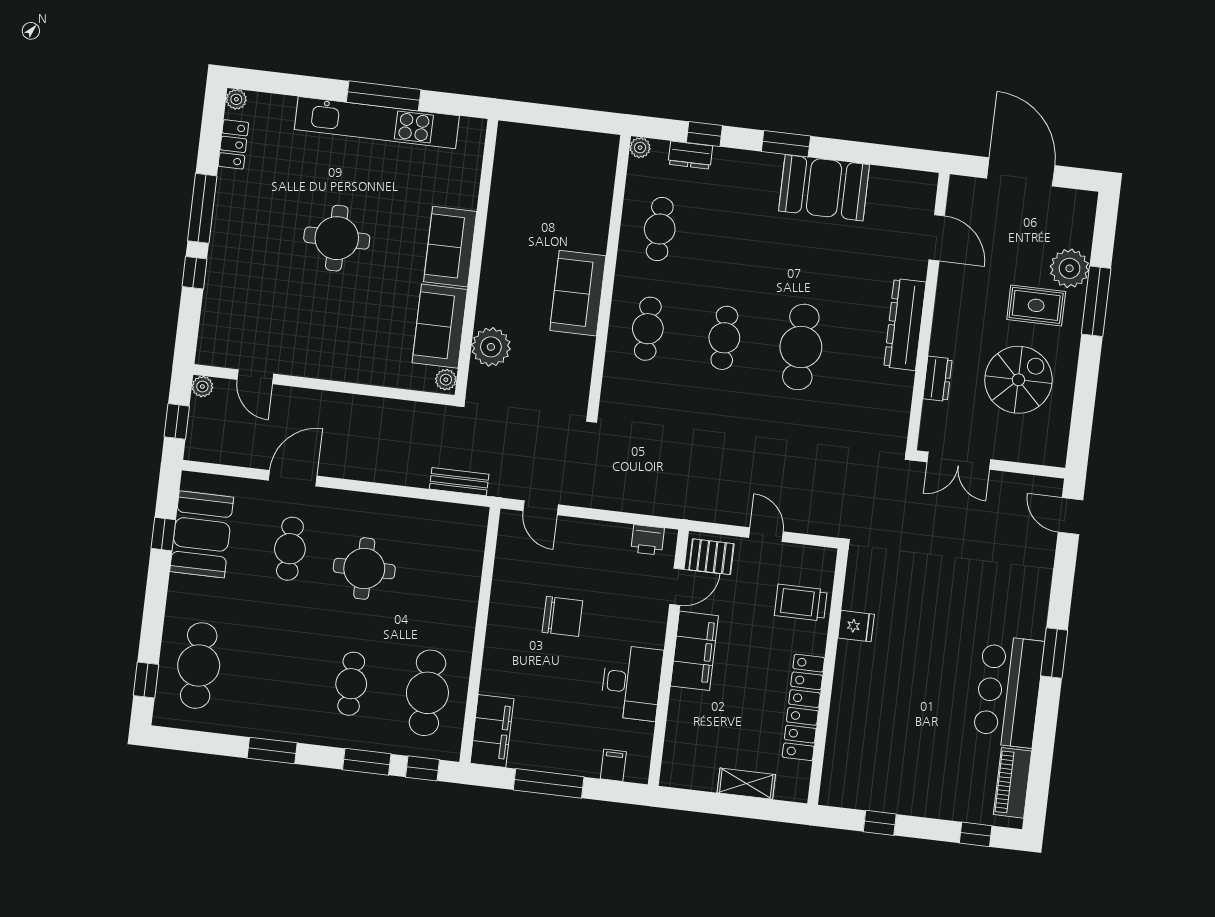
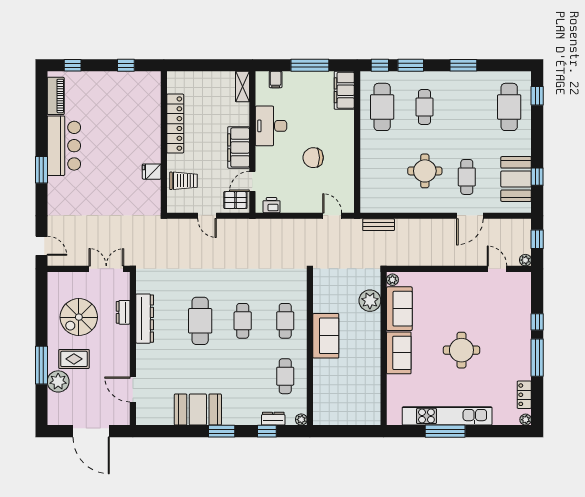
dresser: (905, 324) -> (145, 319), moved
shelving: (746, 784) -> (243, 87), moved, turned 90

